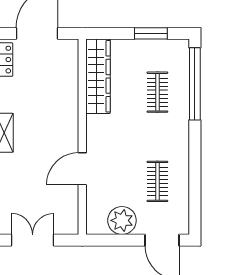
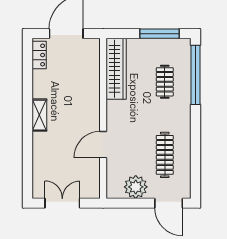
window: (151, 33) -> (159, 34), width x1.44
clothes rail: (157, 181) -> (165, 155), width x1.36

